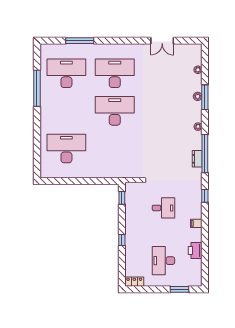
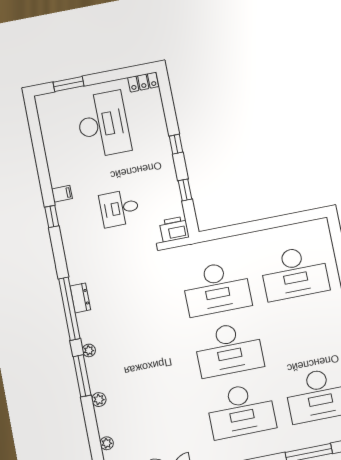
window: (205, 97) -> (82, 376), moved
desk: (115, 148) -> (217, 288), added
window: (205, 196) -> (52, 216), moved
window: (122, 198) -> (185, 190), moved
printer: (195, 250) -> (174, 229), moved, turned -90
desk: (163, 261) -> (103, 124), width x1.36, depth x1.30

